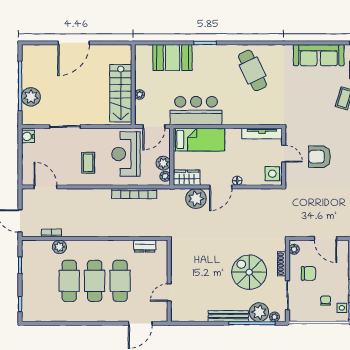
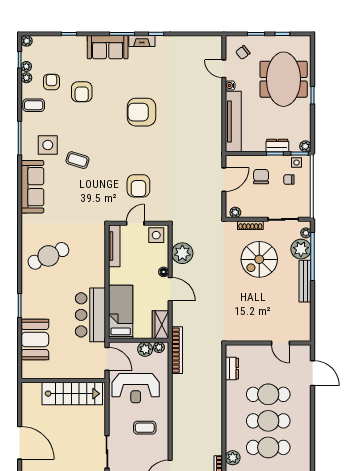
plant: (140, 95) -> (74, 374), removed
bookcase: (134, 194) -> (177, 350), moved
plant: (196, 199) -> (182, 253), moved
chair: (308, 273) -> (261, 177), moved

